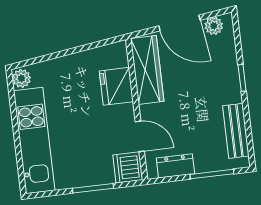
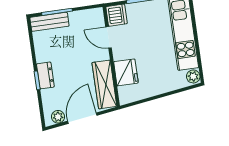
door: (179, 23) -> (82, 118), hinge flipped
bench: (236, 131) -> (49, 22), moved, turned 90
dresser: (175, 166) -> (45, 75), moved, turned -90

